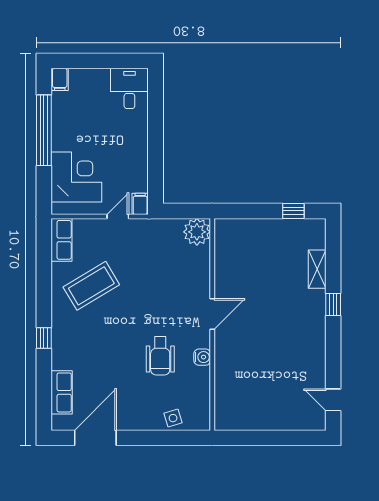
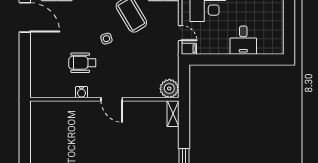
desk: (129, 88) -> (243, 40), moved, turned 90
shelving: (233, 227) -> (173, 114), added
side table: (173, 418) -> (106, 39), moved

